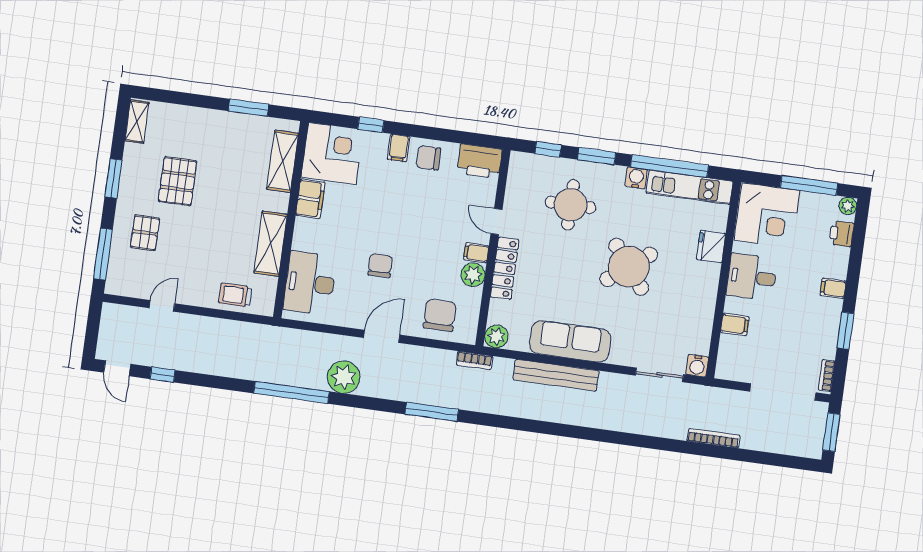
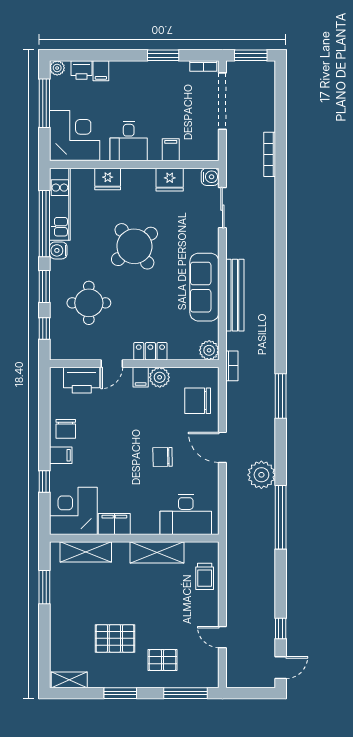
printer: (479, 161) -> (82, 380), moved, turned 90
locker: (505, 268) -> (150, 351), width x0.66
filing cabinet: (833, 288) -> (101, 71), moved
fridge: (700, 318) -> (170, 180), added

